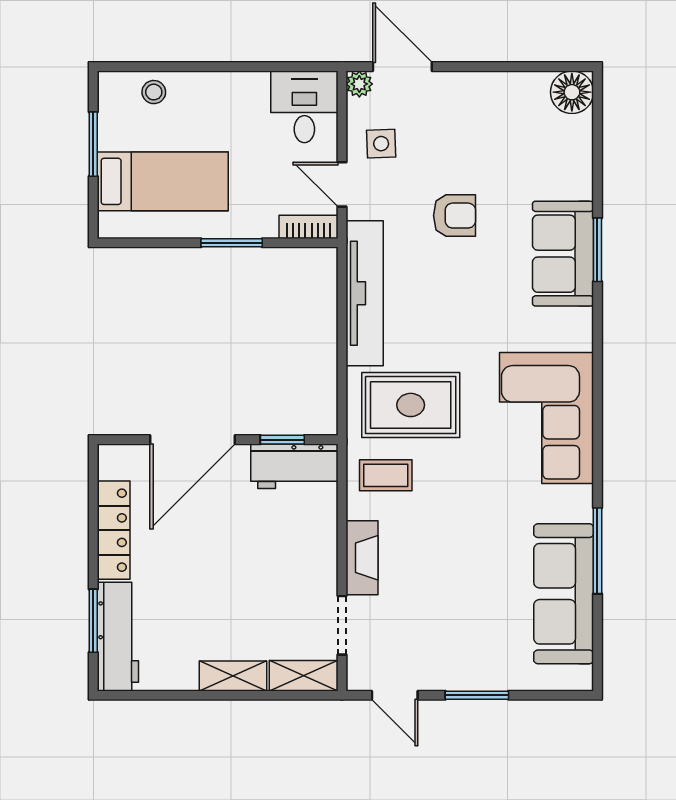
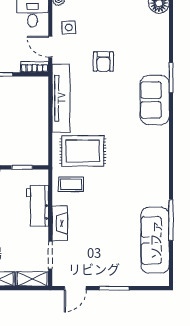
armchair: (455, 216) -> (103, 62), turned 90
sofa: (563, 254) -> (155, 100), moved
corner sofa: (547, 418) -> (147, 157), removed
workbench: (294, 466) -> (38, 206), moved, turned 90
door: (395, 695) -> (75, 288), hinge flipped

